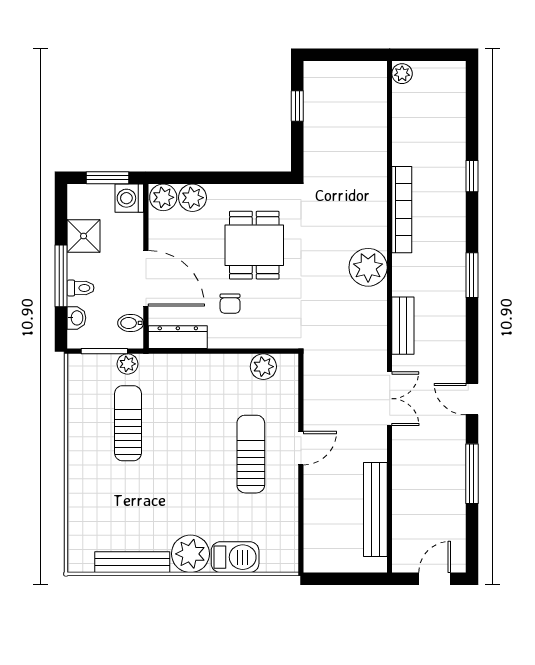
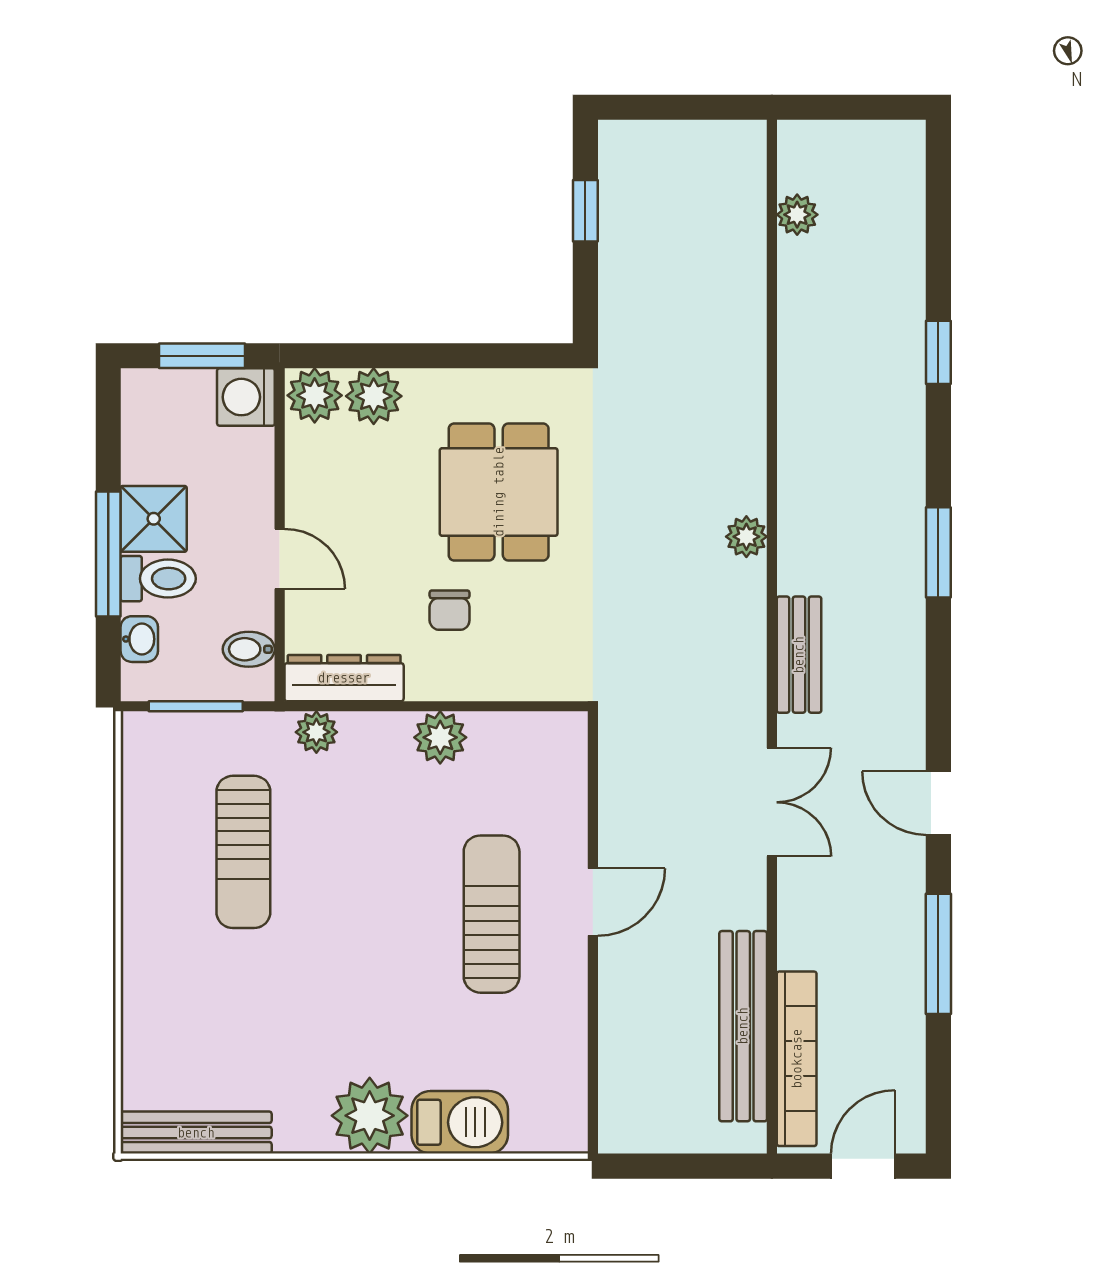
plant: (402, 74) -> (797, 215), moved
bookcase: (402, 210) -> (797, 1059), moved
shower: (84, 236) -> (154, 519), moved
plant: (368, 267) -> (746, 537), width x0.53, depth x0.53
door: (146, 278) -> (280, 559), width x0.53
toilet: (81, 288) -> (158, 579), width x1.37, depth x1.39
plant: (127, 364) -> (316, 732), moved
plant: (263, 367) -> (440, 737), moved
sun lounger: (128, 423) -> (243, 852), turned 180
bench: (132, 562) -> (196, 1133), moved

